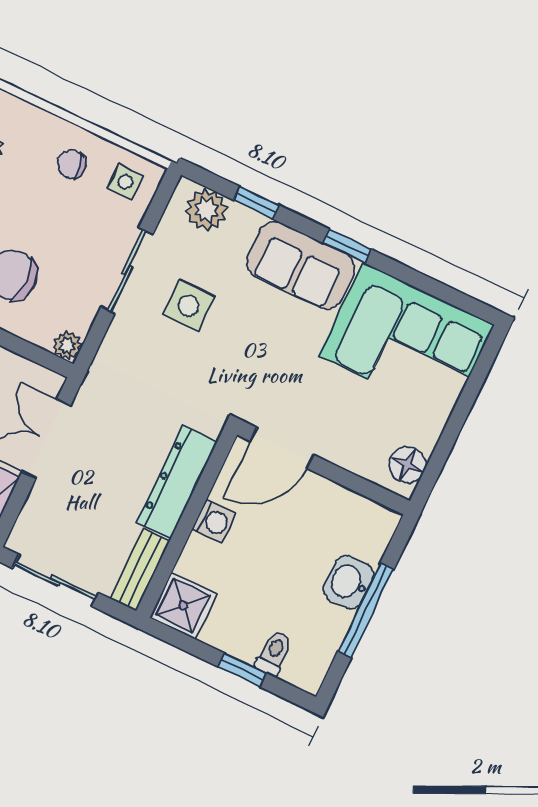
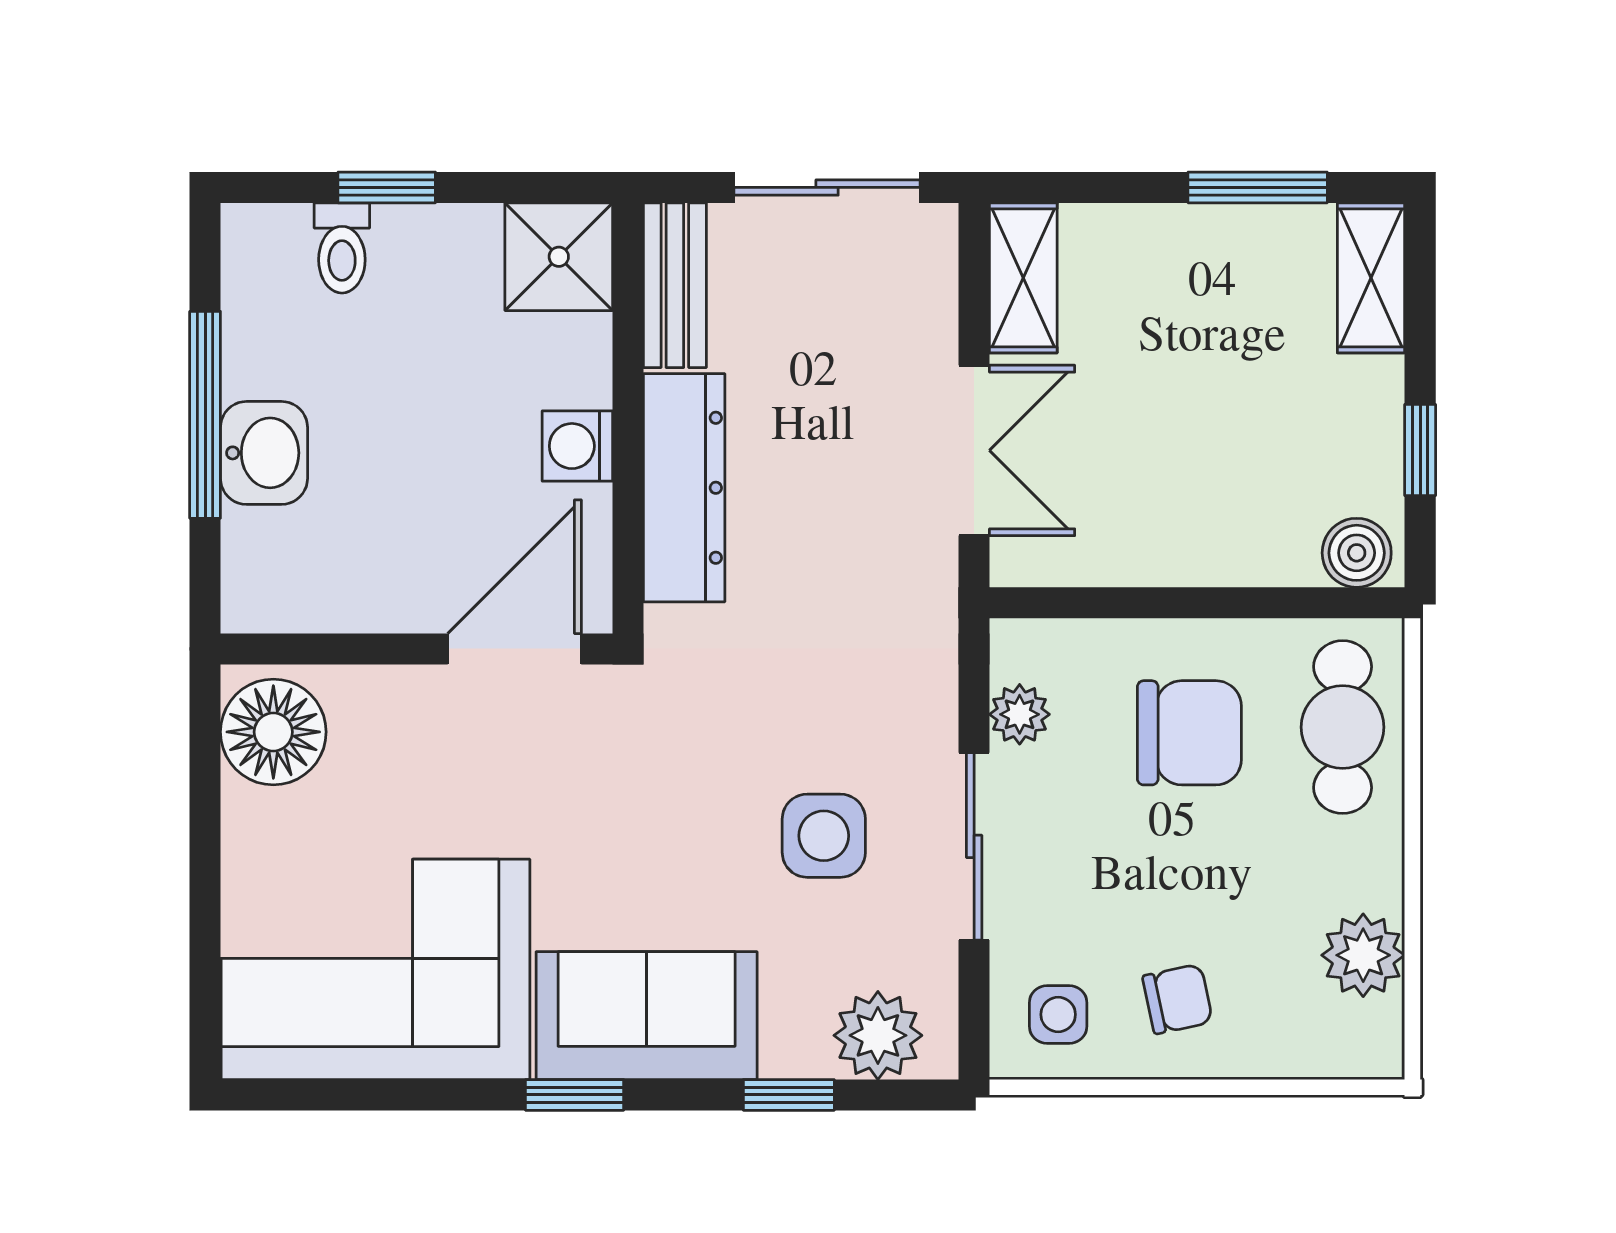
plant: (67, 345) -> (1020, 714), moved
floor lamp: (407, 465) -> (273, 732), width x1.38, depth x1.38

